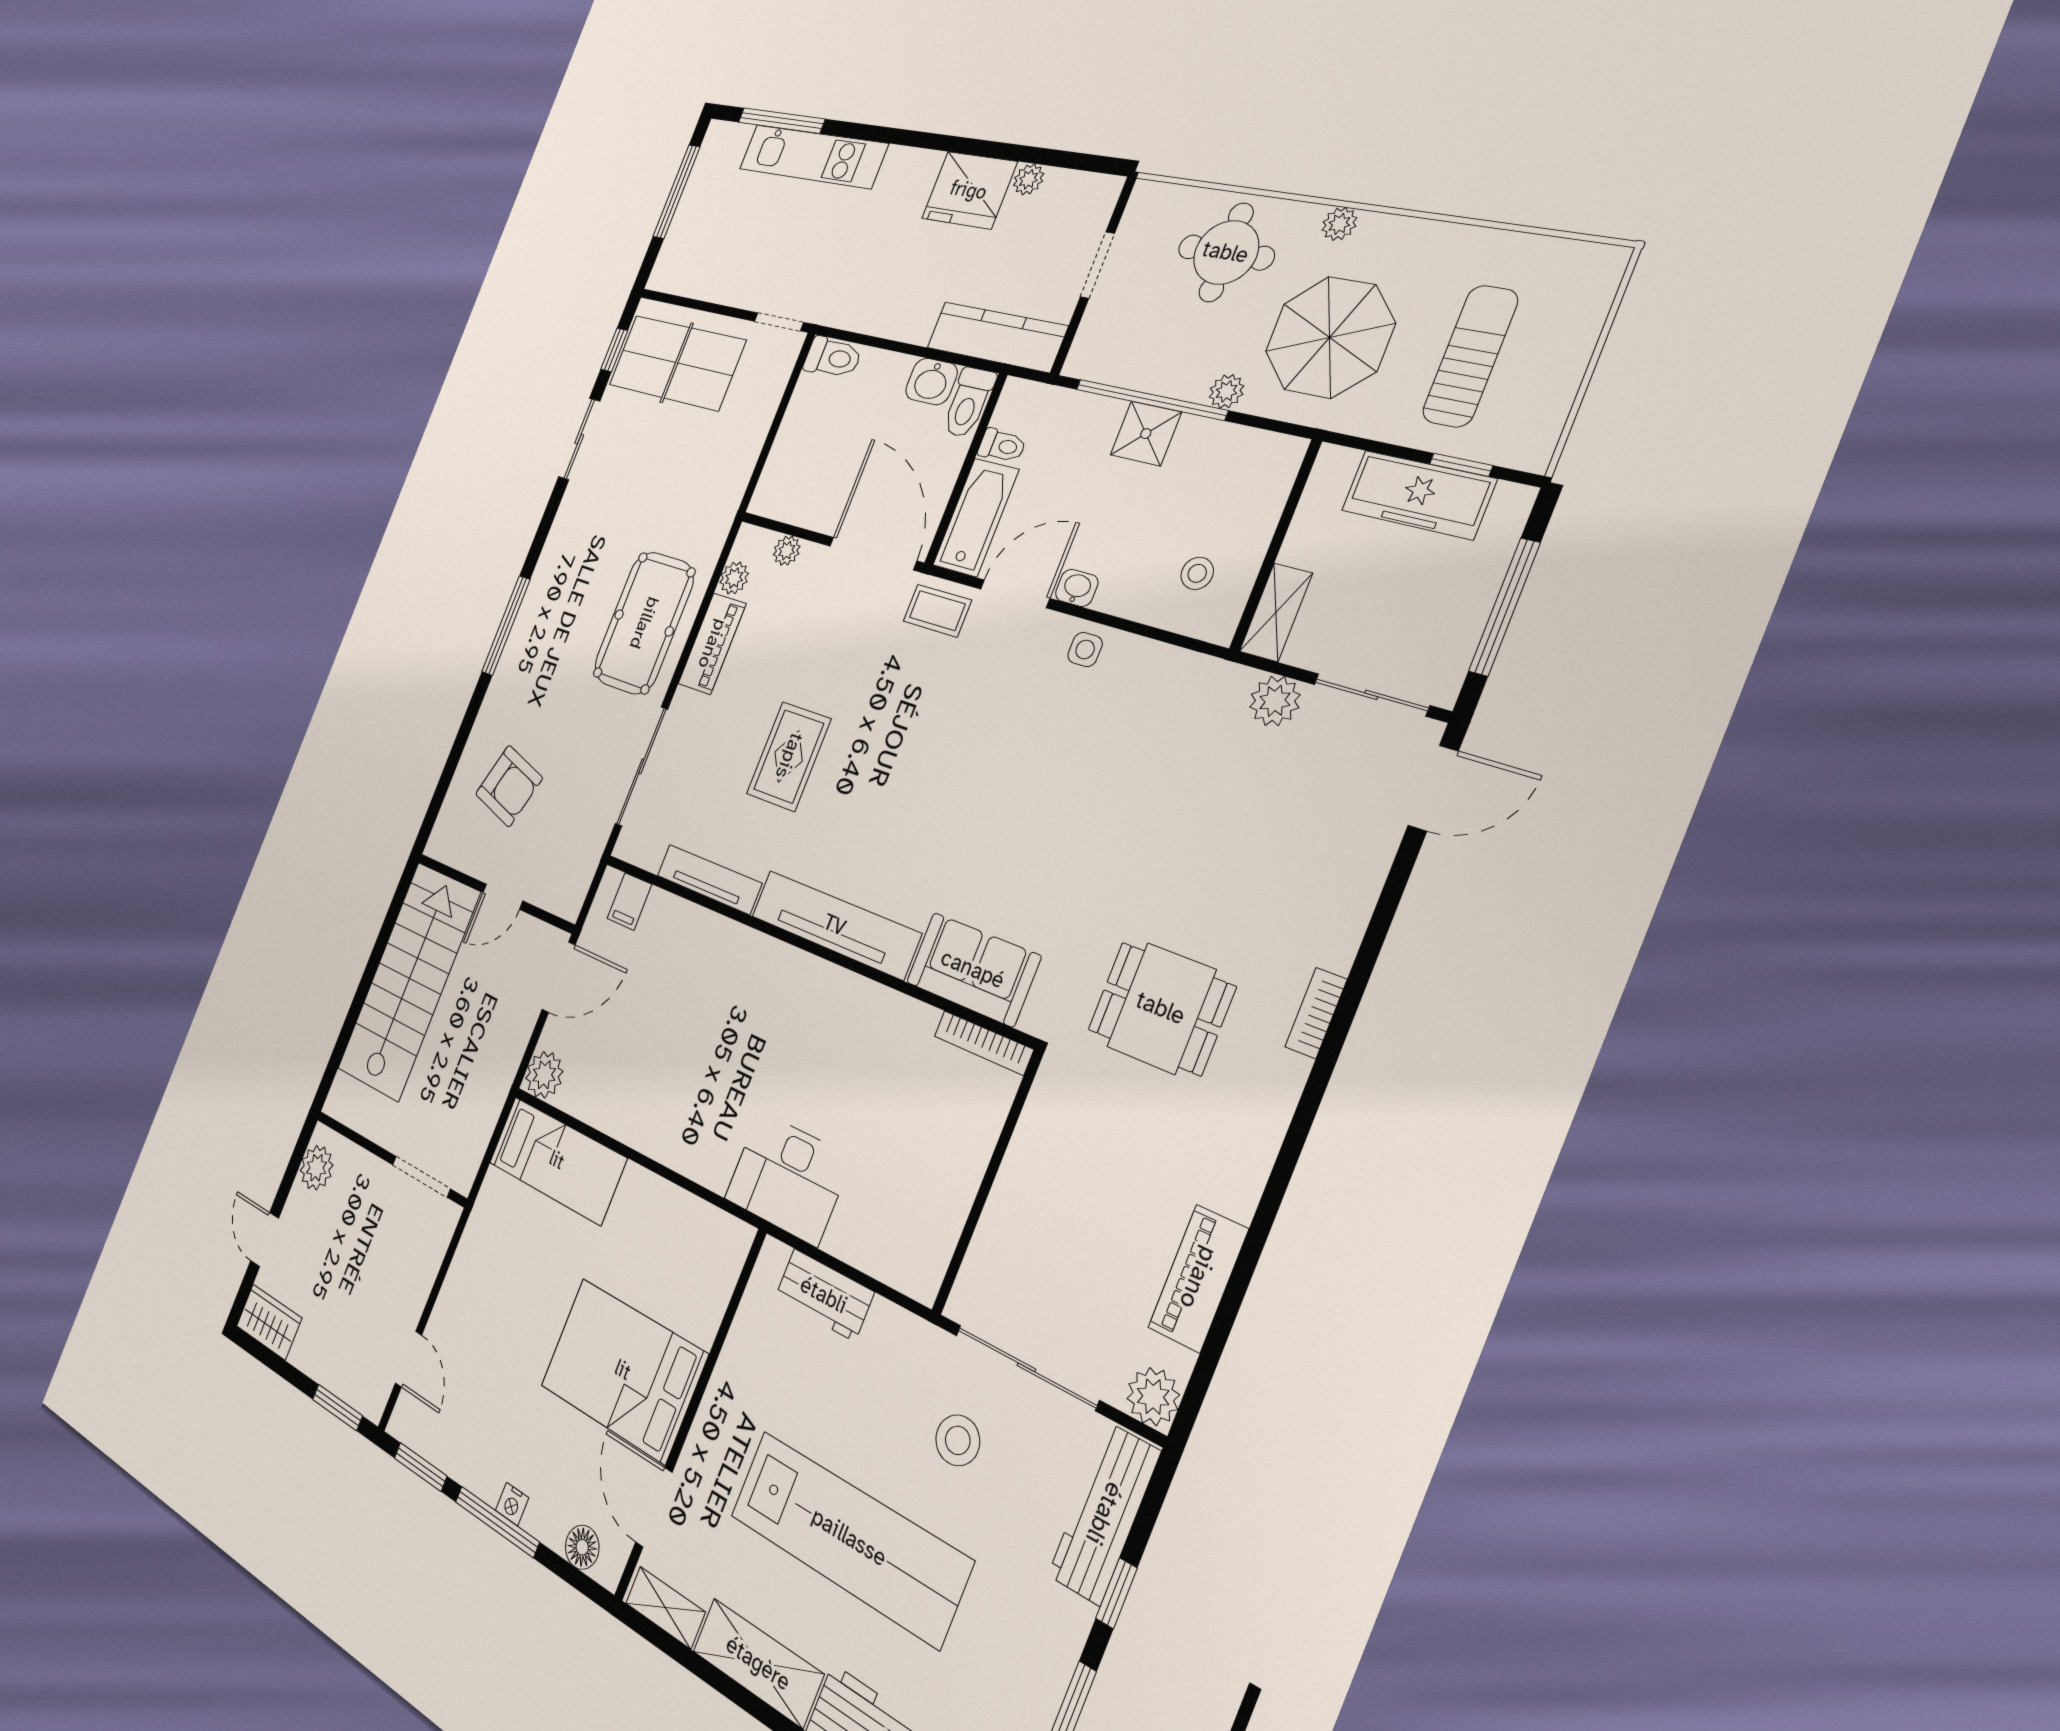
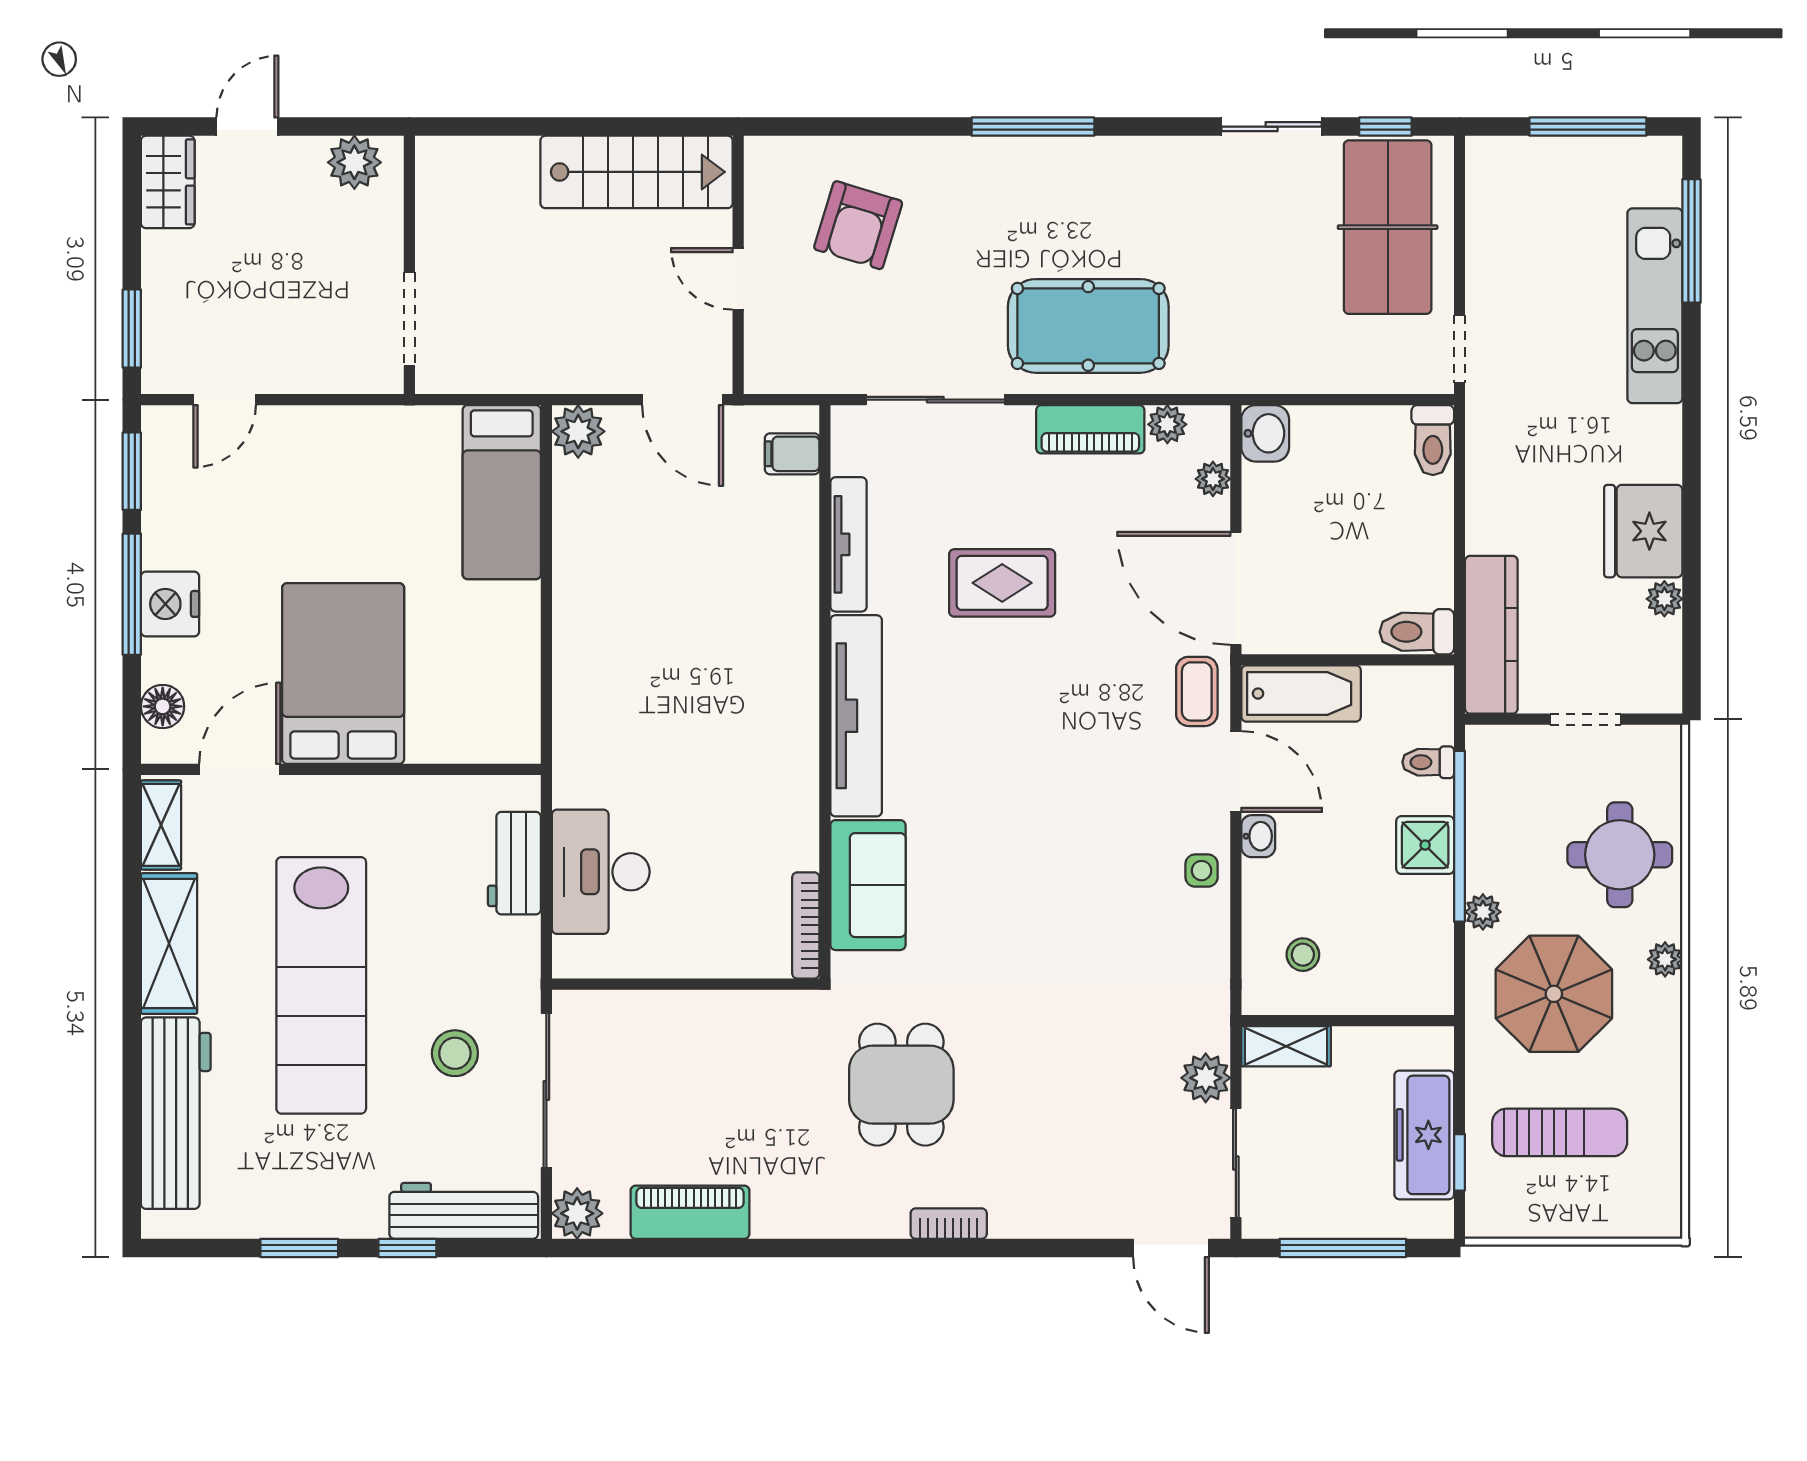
washbasin: (931, 381) -> (1265, 433), moved, turned 180
toilet: (1002, 446) -> (1428, 762), moved, turned 90
door: (873, 553) -> (1236, 588), swing flipped
stairs: (409, 981) -> (637, 172), width x0.73, depth x0.66
desk: (788, 1178) -> (601, 872), moved
nightstand: (512, 1504) -> (170, 604), width x1.89, depth x1.79

